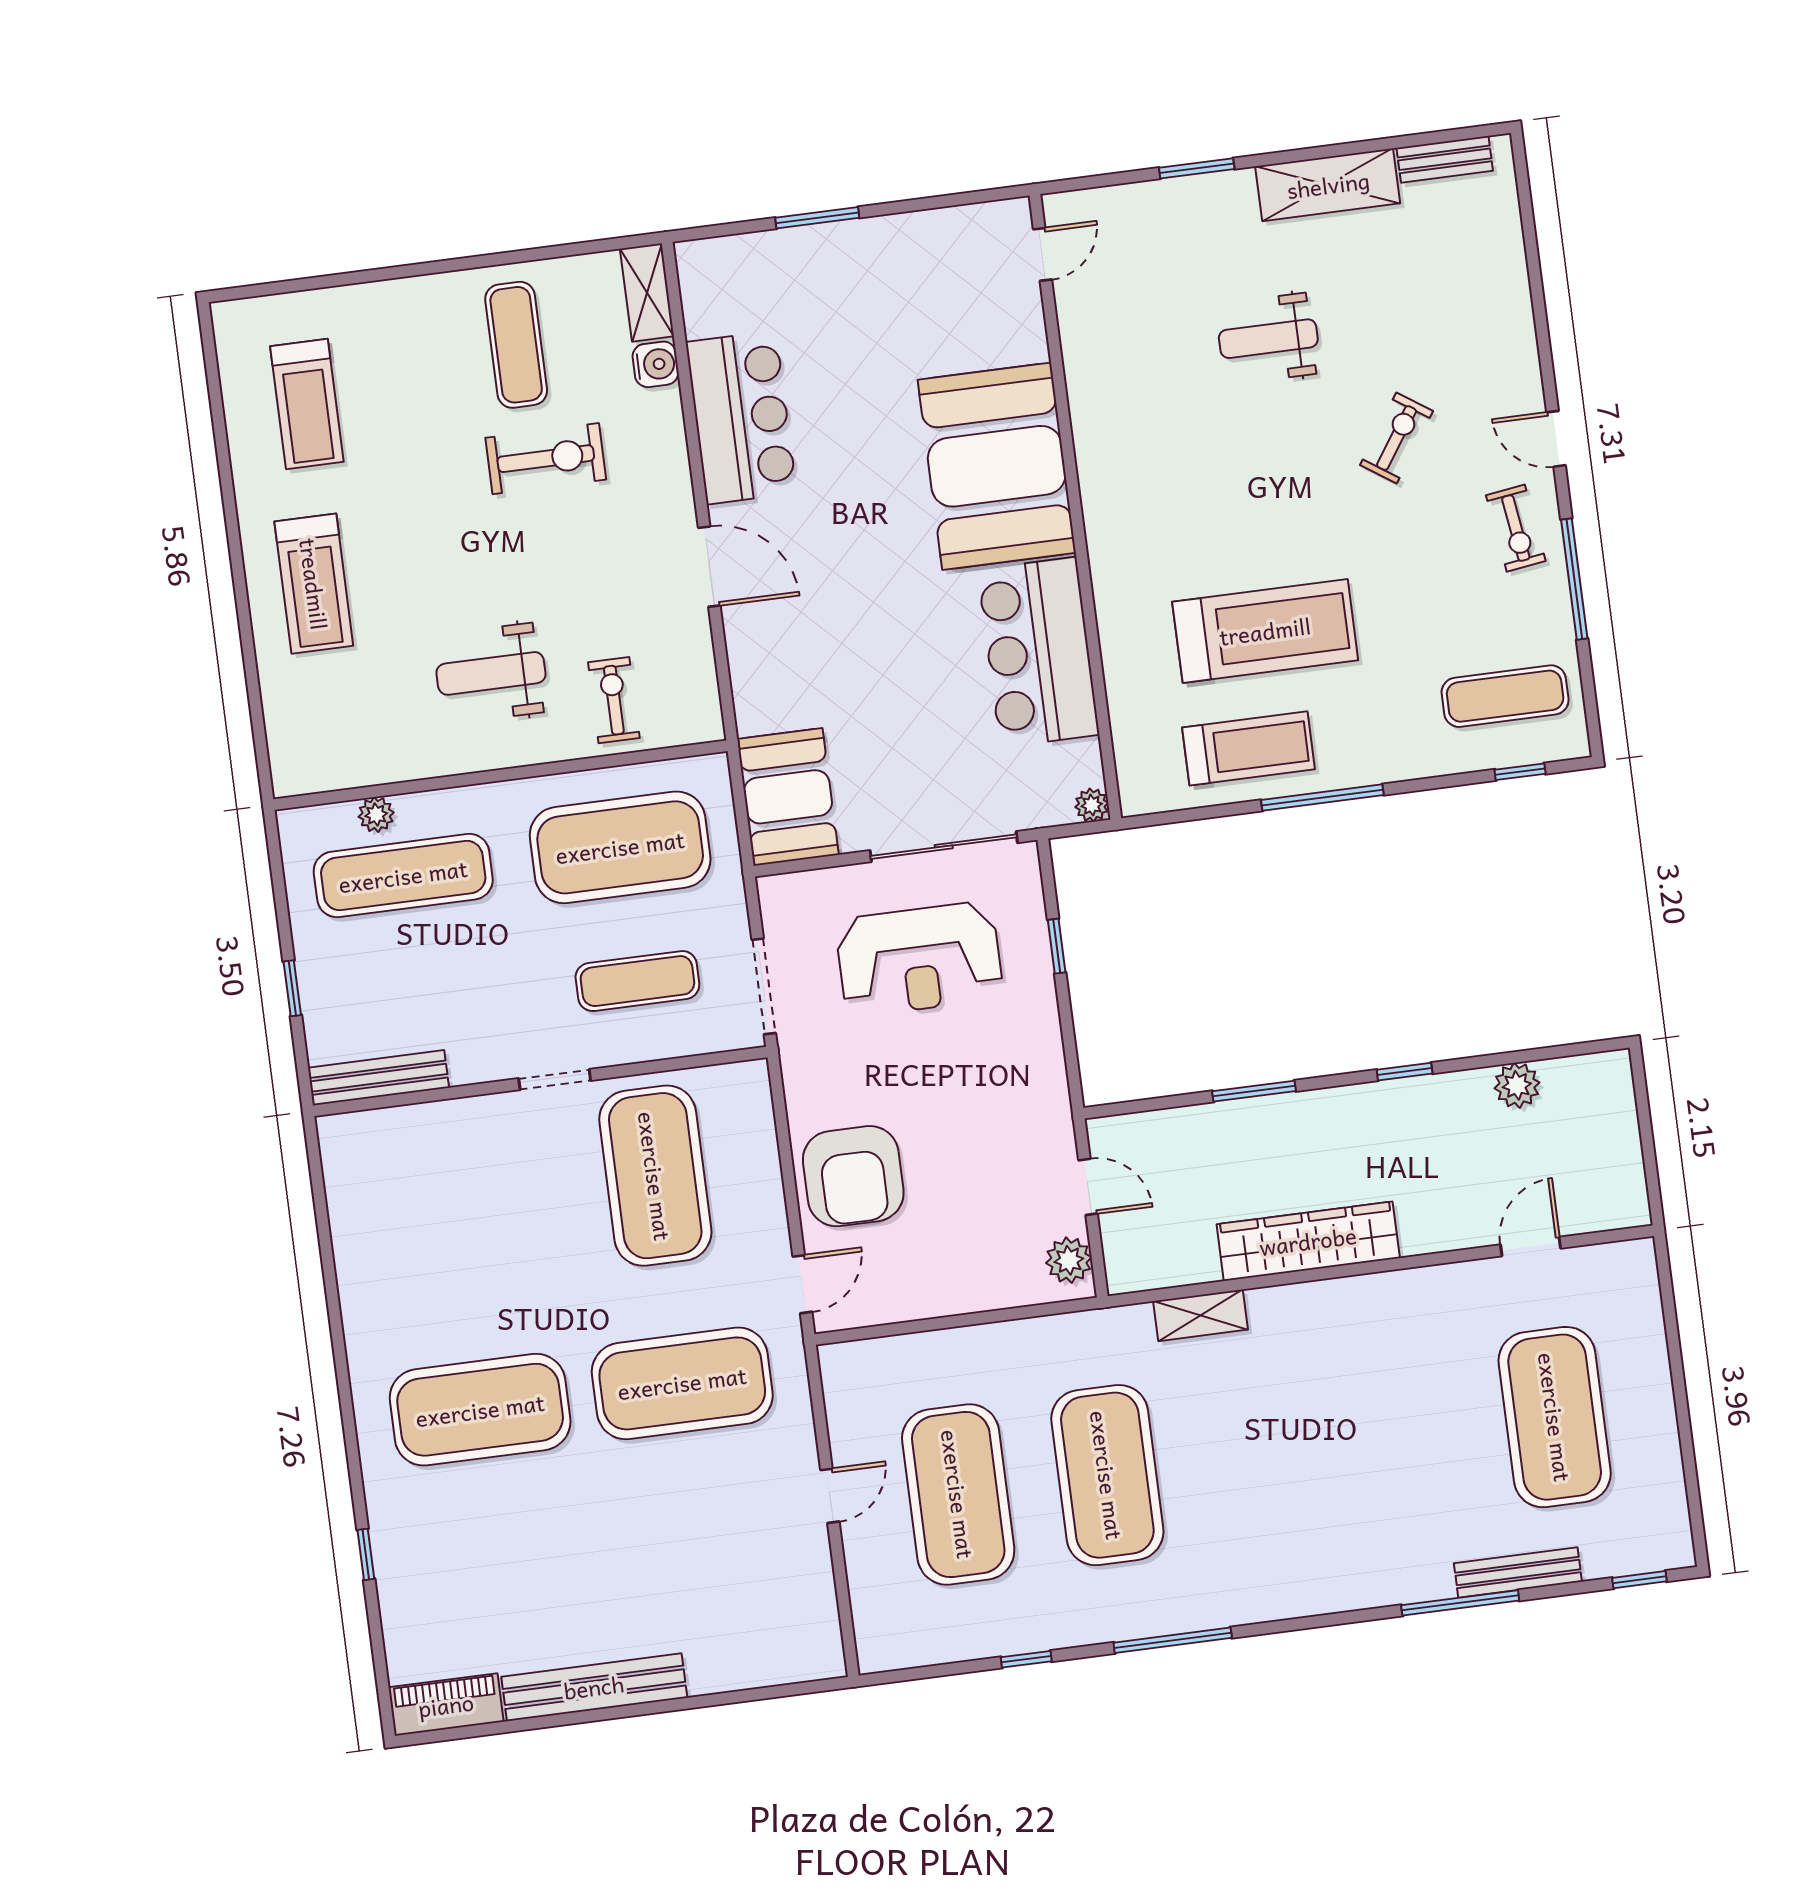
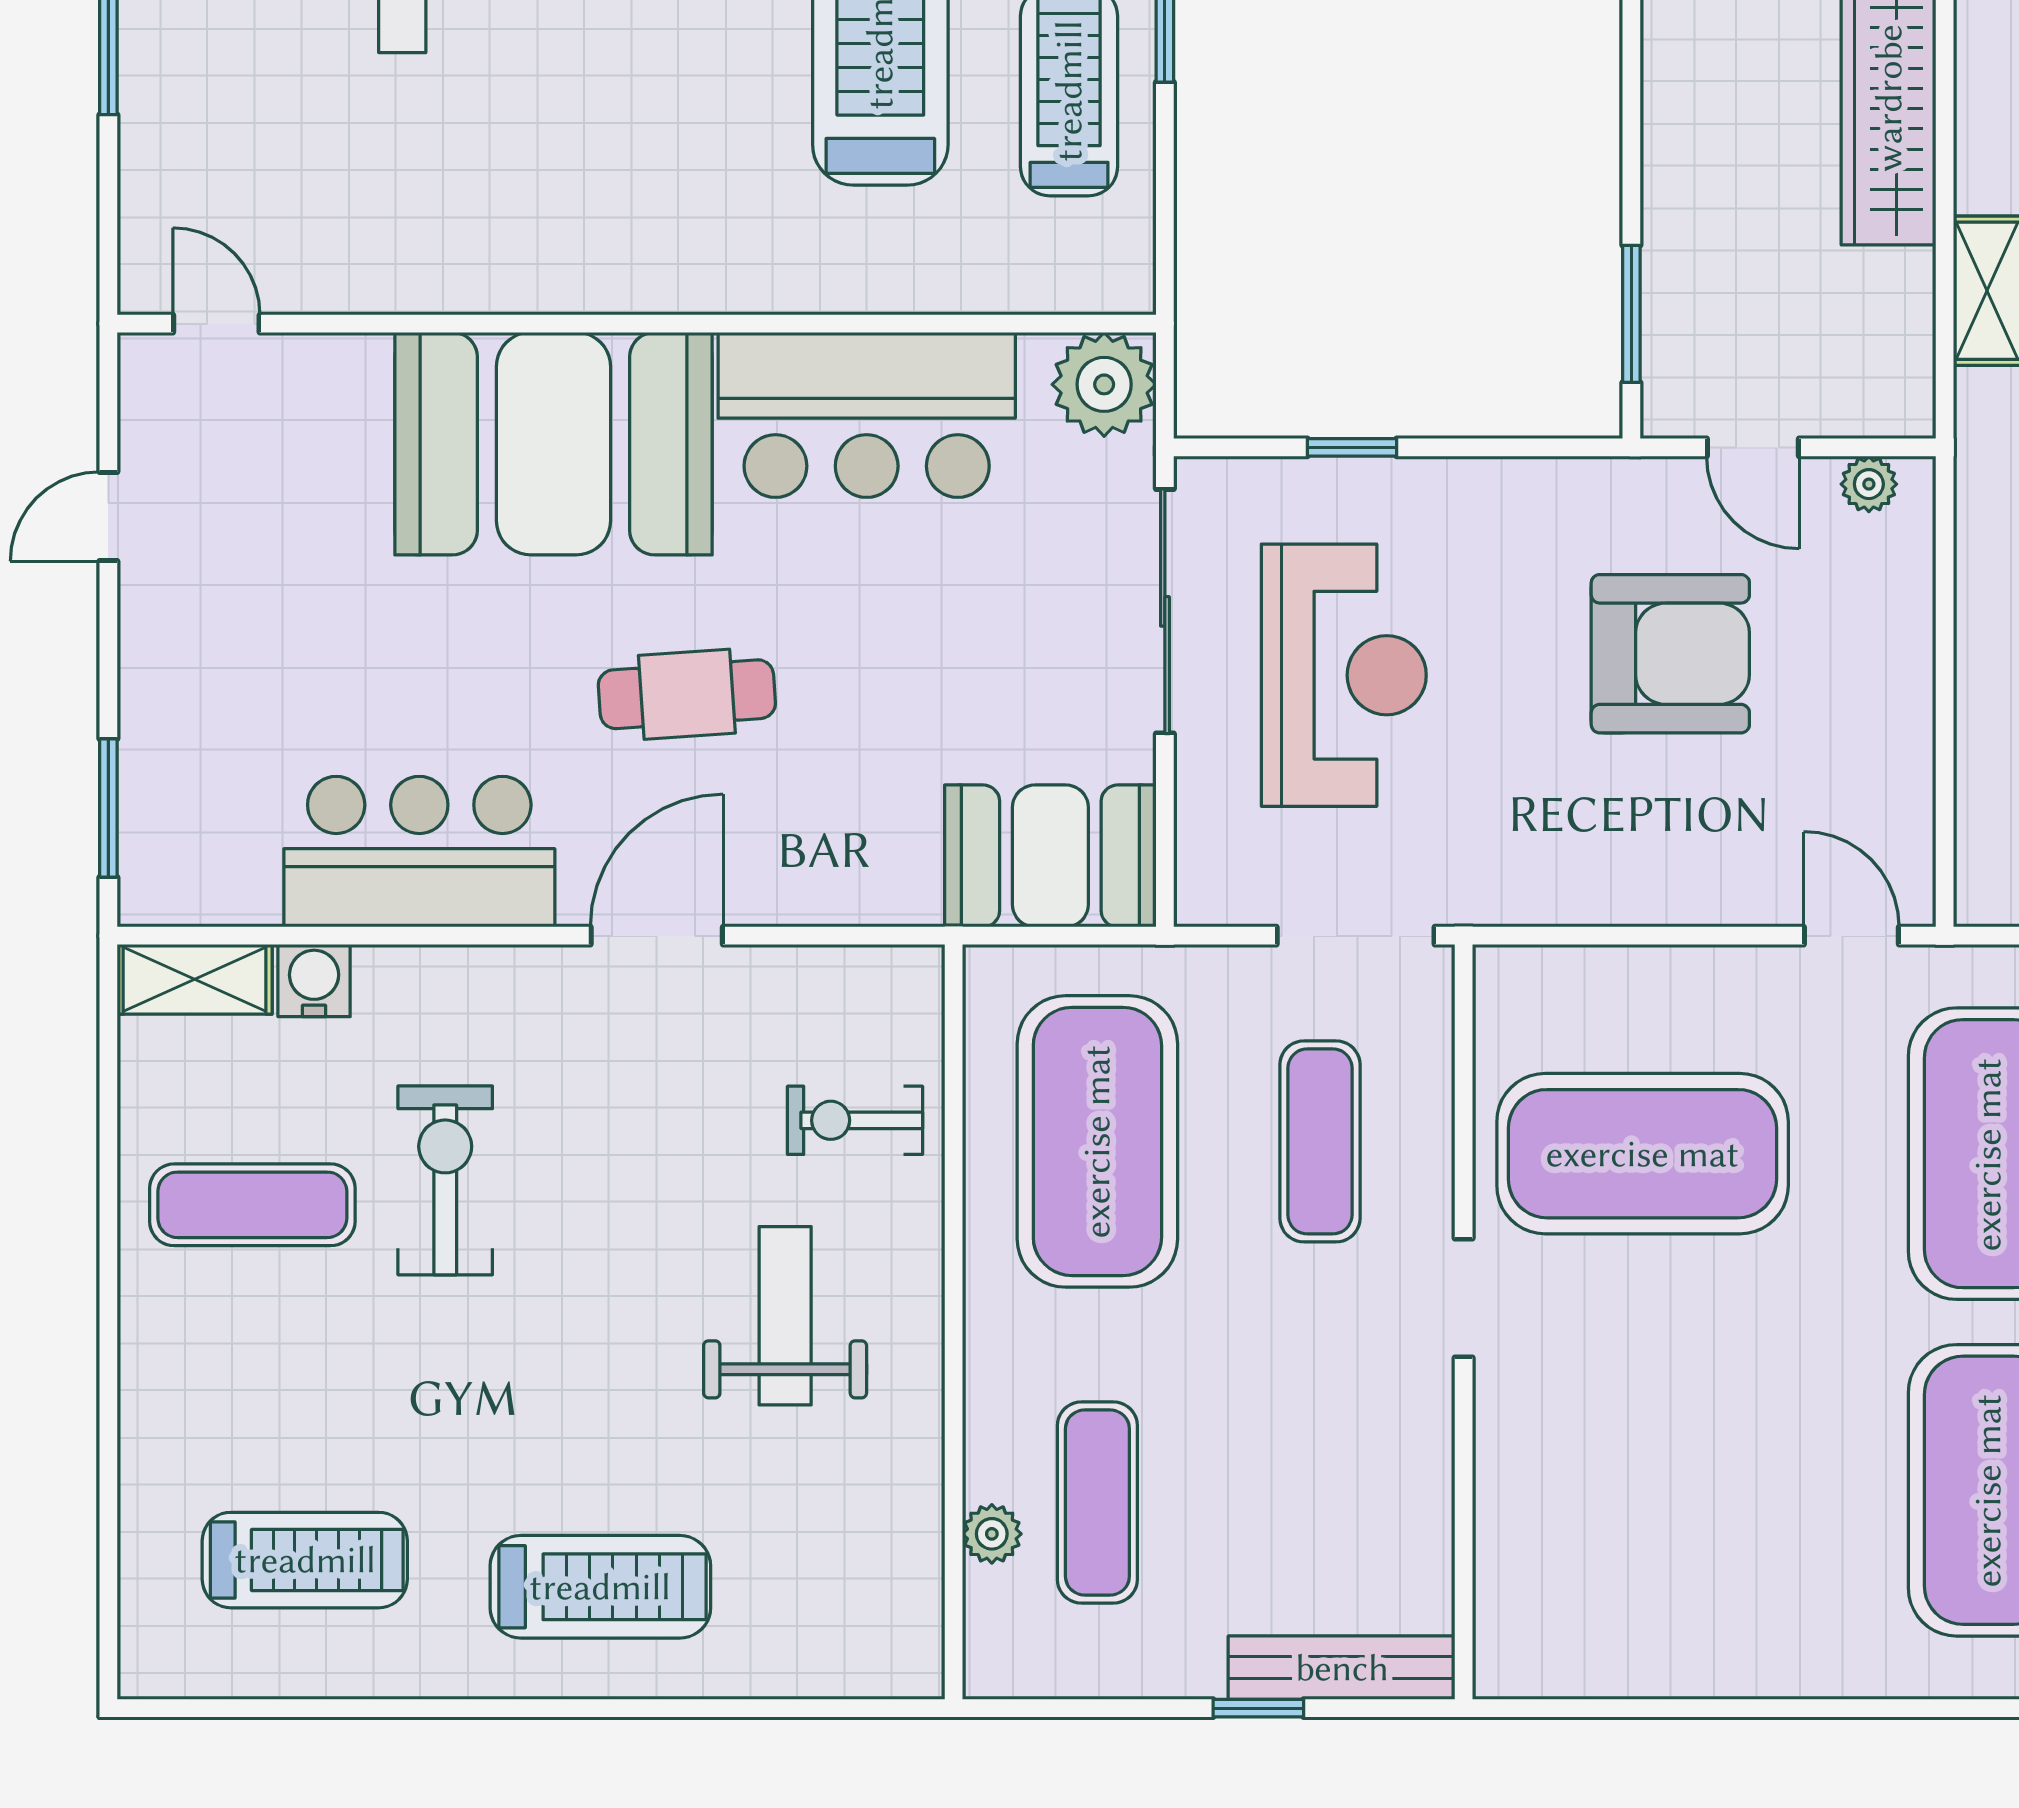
door: (918, 205) -> (108, 516), added
window: (817, 218) -> (108, 808), moved
cafe table: (857, 566) -> (687, 694), added
weight bench: (491, 673) -> (785, 1316), turned 180
plant: (1092, 805) -> (1104, 384), width x1.88, depth x1.88
exercise mat: (403, 876) -> (1097, 1502), width x0.73, depth x0.69
bench: (378, 1078) -> (1342, 1668), moved, turned 90
window: (1254, 1091) -> (1631, 314), moved
armchair: (853, 1176) -> (1670, 654), moved
door: (1088, 1187) -> (1753, 447), swing flipped
plant: (1069, 1260) -> (1869, 484), width x0.73, depth x0.73

